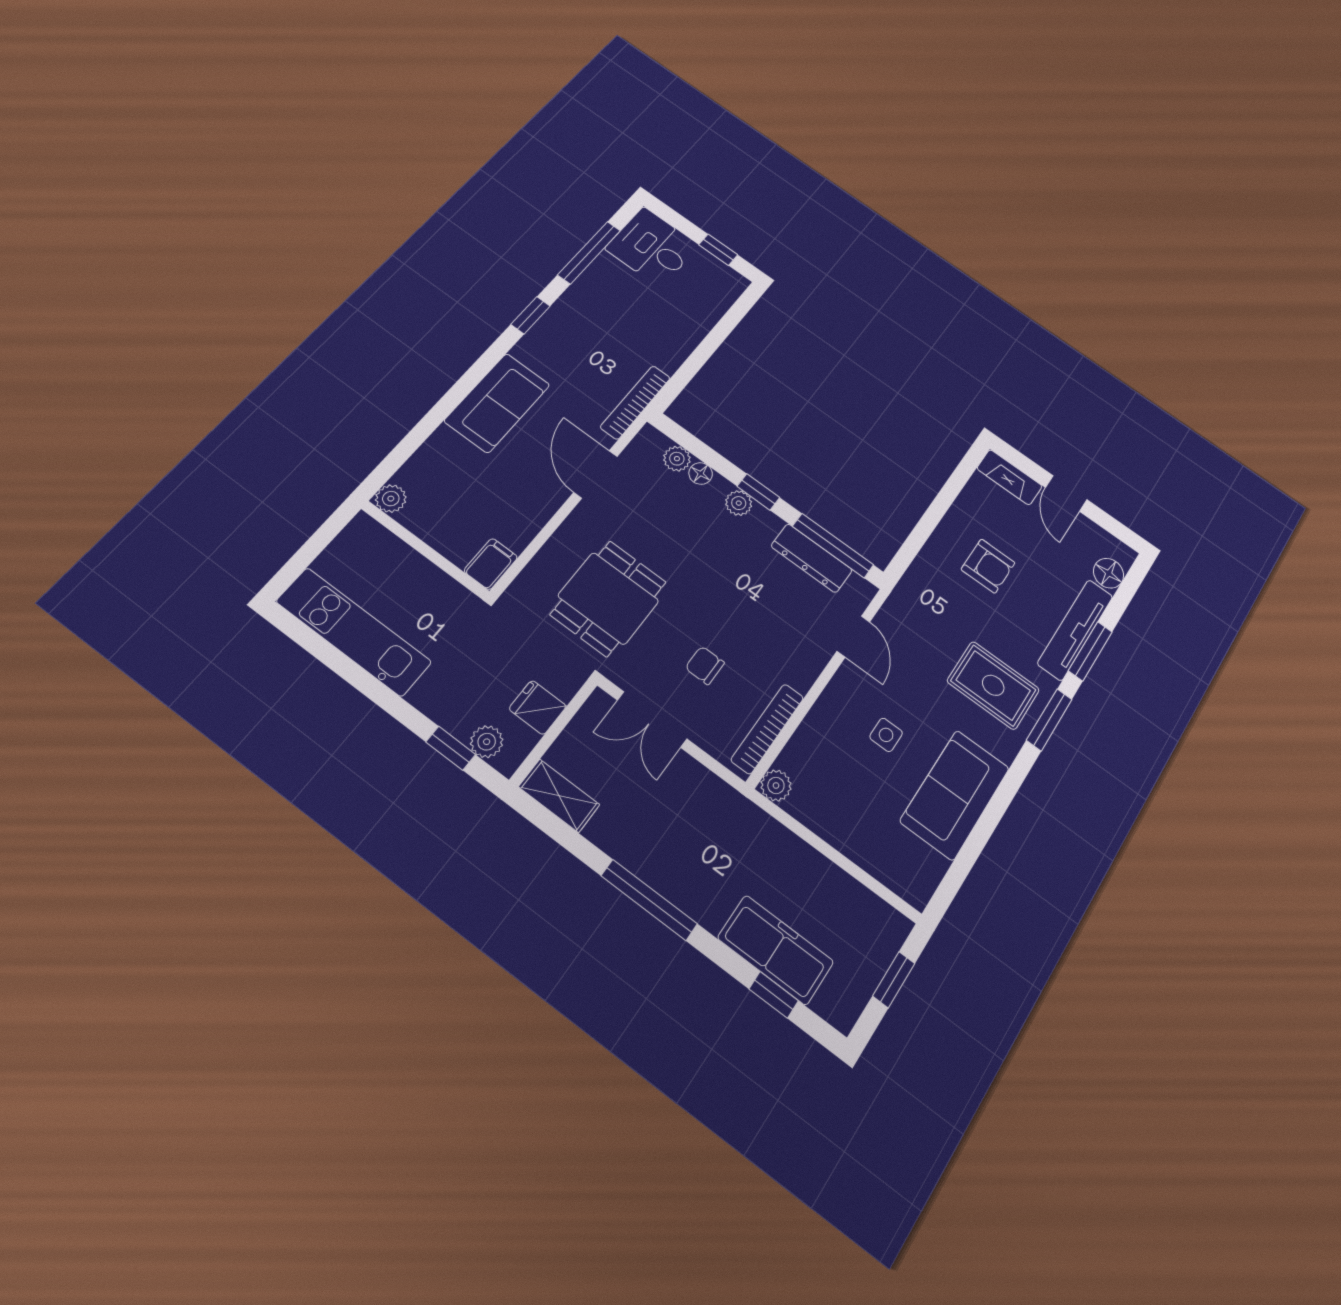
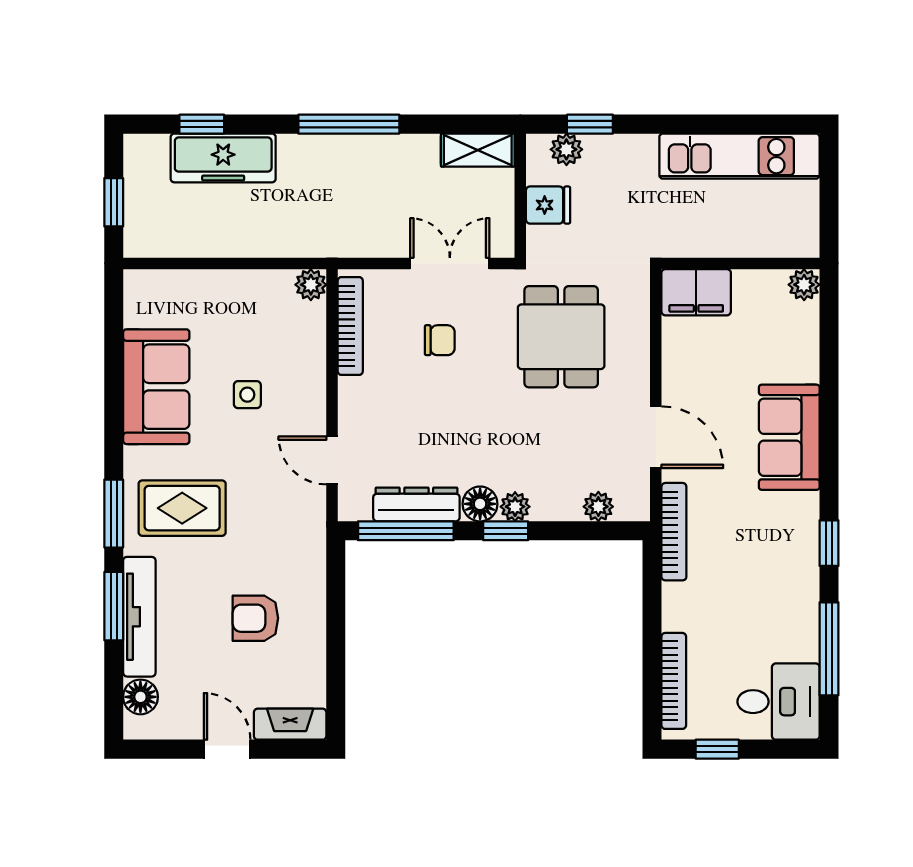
bookcase: (714, 310) -> (674, 681), added
floor lamp: (701, 474) -> (480, 504), moved, width x1.37, depth x1.37
filing cabinet: (491, 564) -> (696, 292), width x2.00

